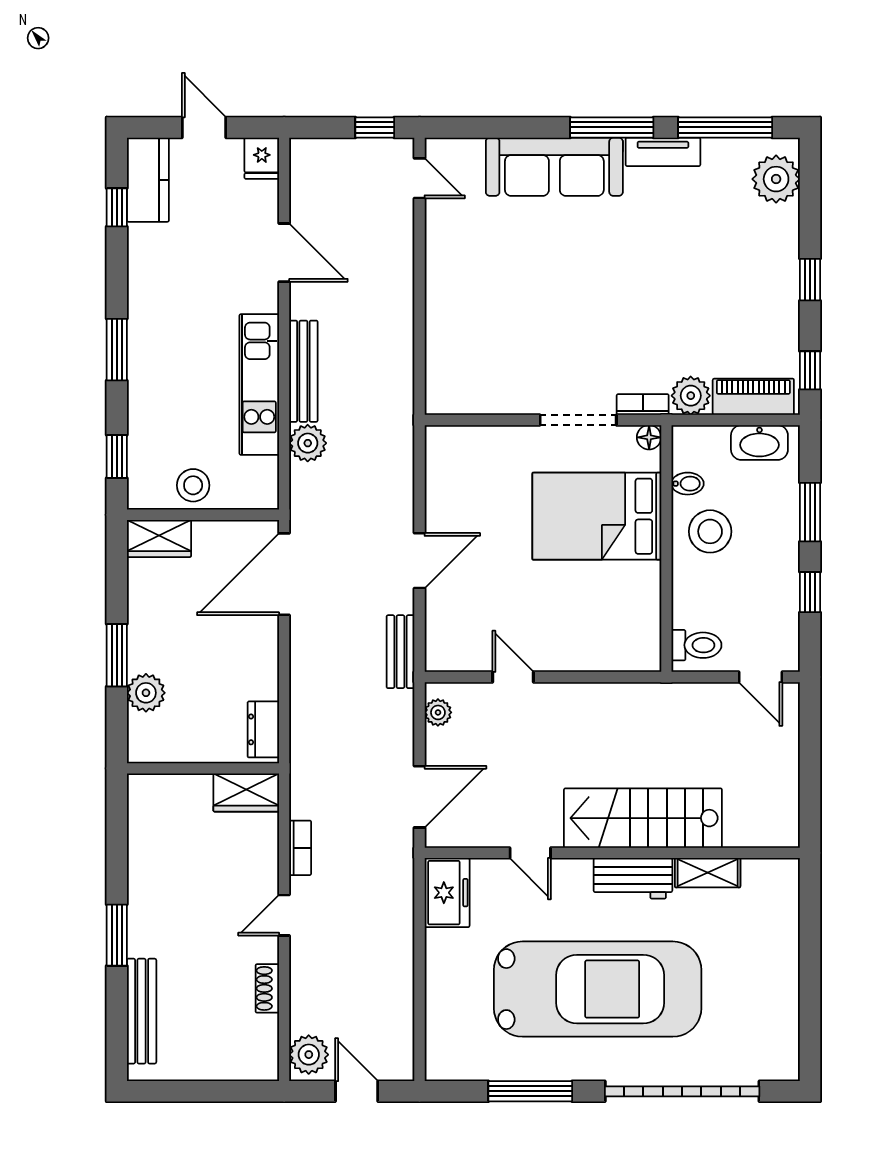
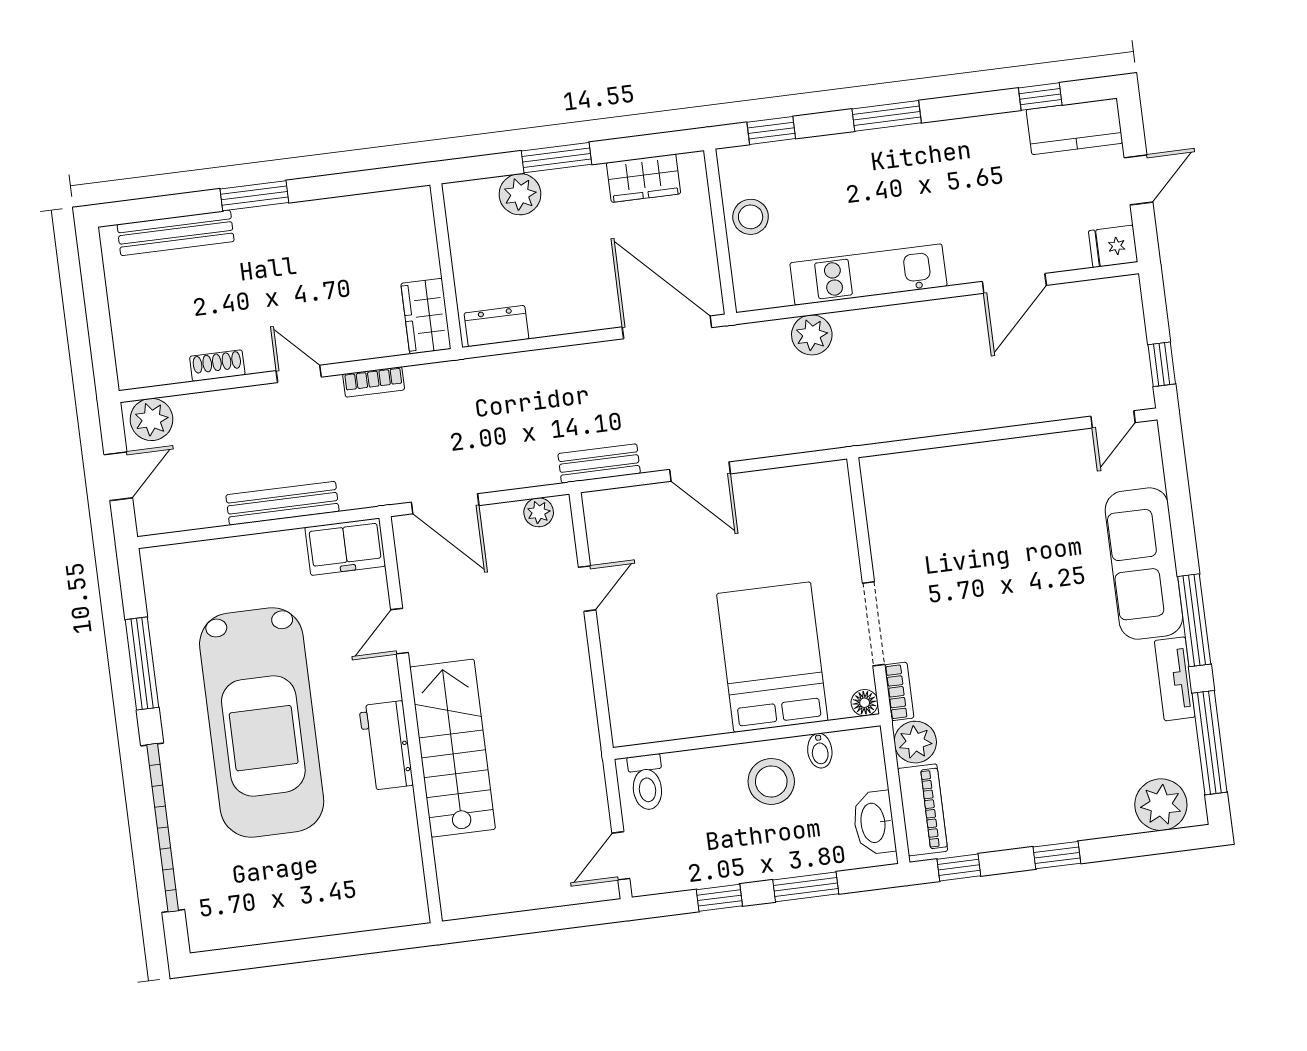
bench: (303, 371) -> (282, 503), moved
wardrobe: (159, 538) -> (644, 178), moved, turned -90
shelving: (708, 873) -> (402, 825), removed

